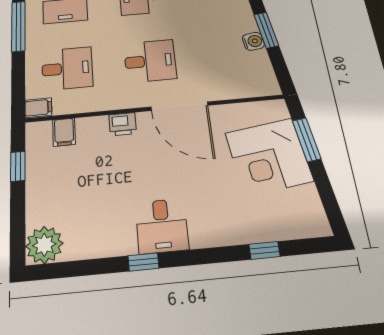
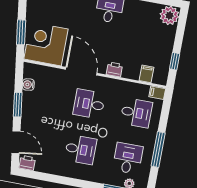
water cooler: (253, 41) -> (28, 85), moved
desk: (67, 68) -> (136, 113), turned 180
corner desk: (269, 157) -> (46, 44), moved, turned -82

